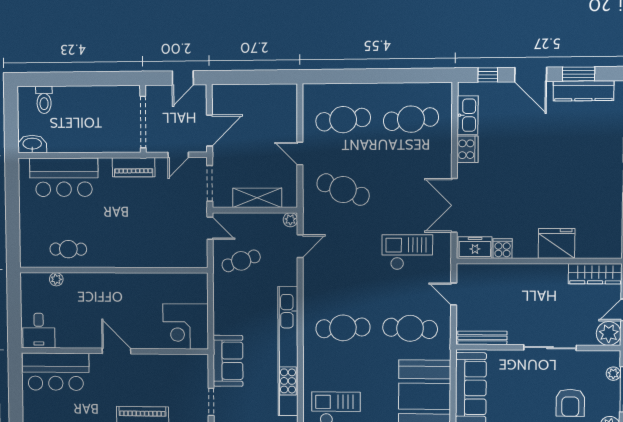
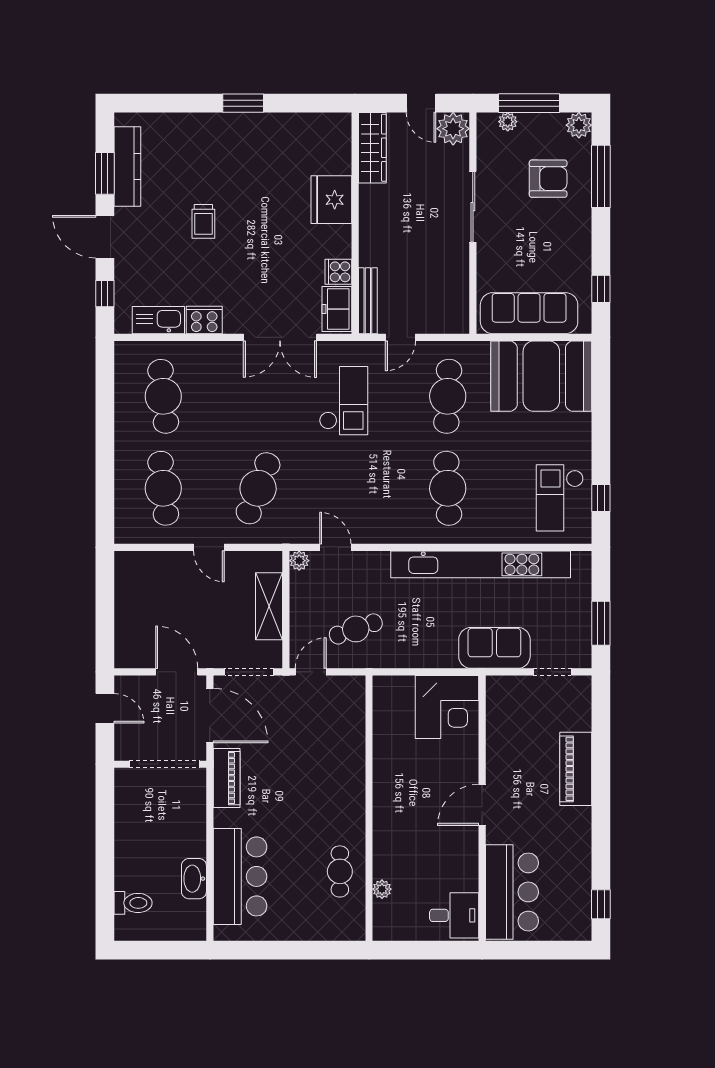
door: (531, 74) -> (105, 237), swing flipped
washbasin: (32, 144) -> (194, 879), moved
trolley: (541, 148) -> (203, 221), added
door: (300, 154) -> (209, 547), hinge flipped
door: (178, 155) -> (210, 716), width x1.88
checkout: (407, 252) -> (344, 401), turned 180
cafe table: (241, 261) -> (356, 629), turned 90
bench: (482, 338) -> (368, 301), moved

